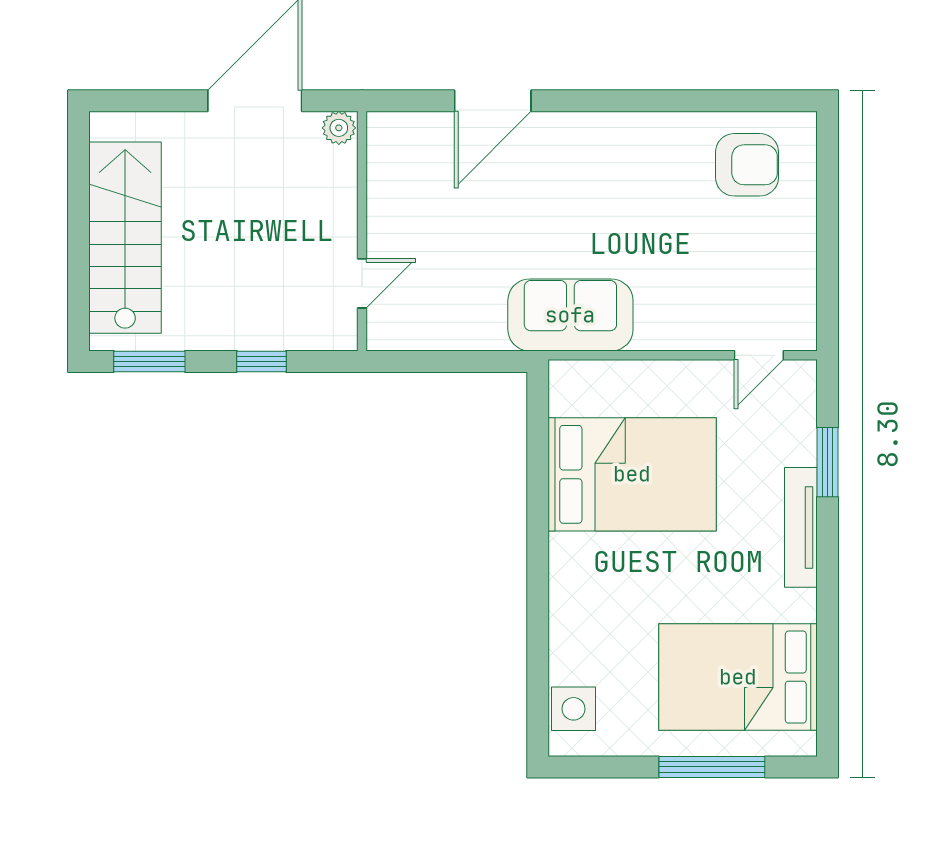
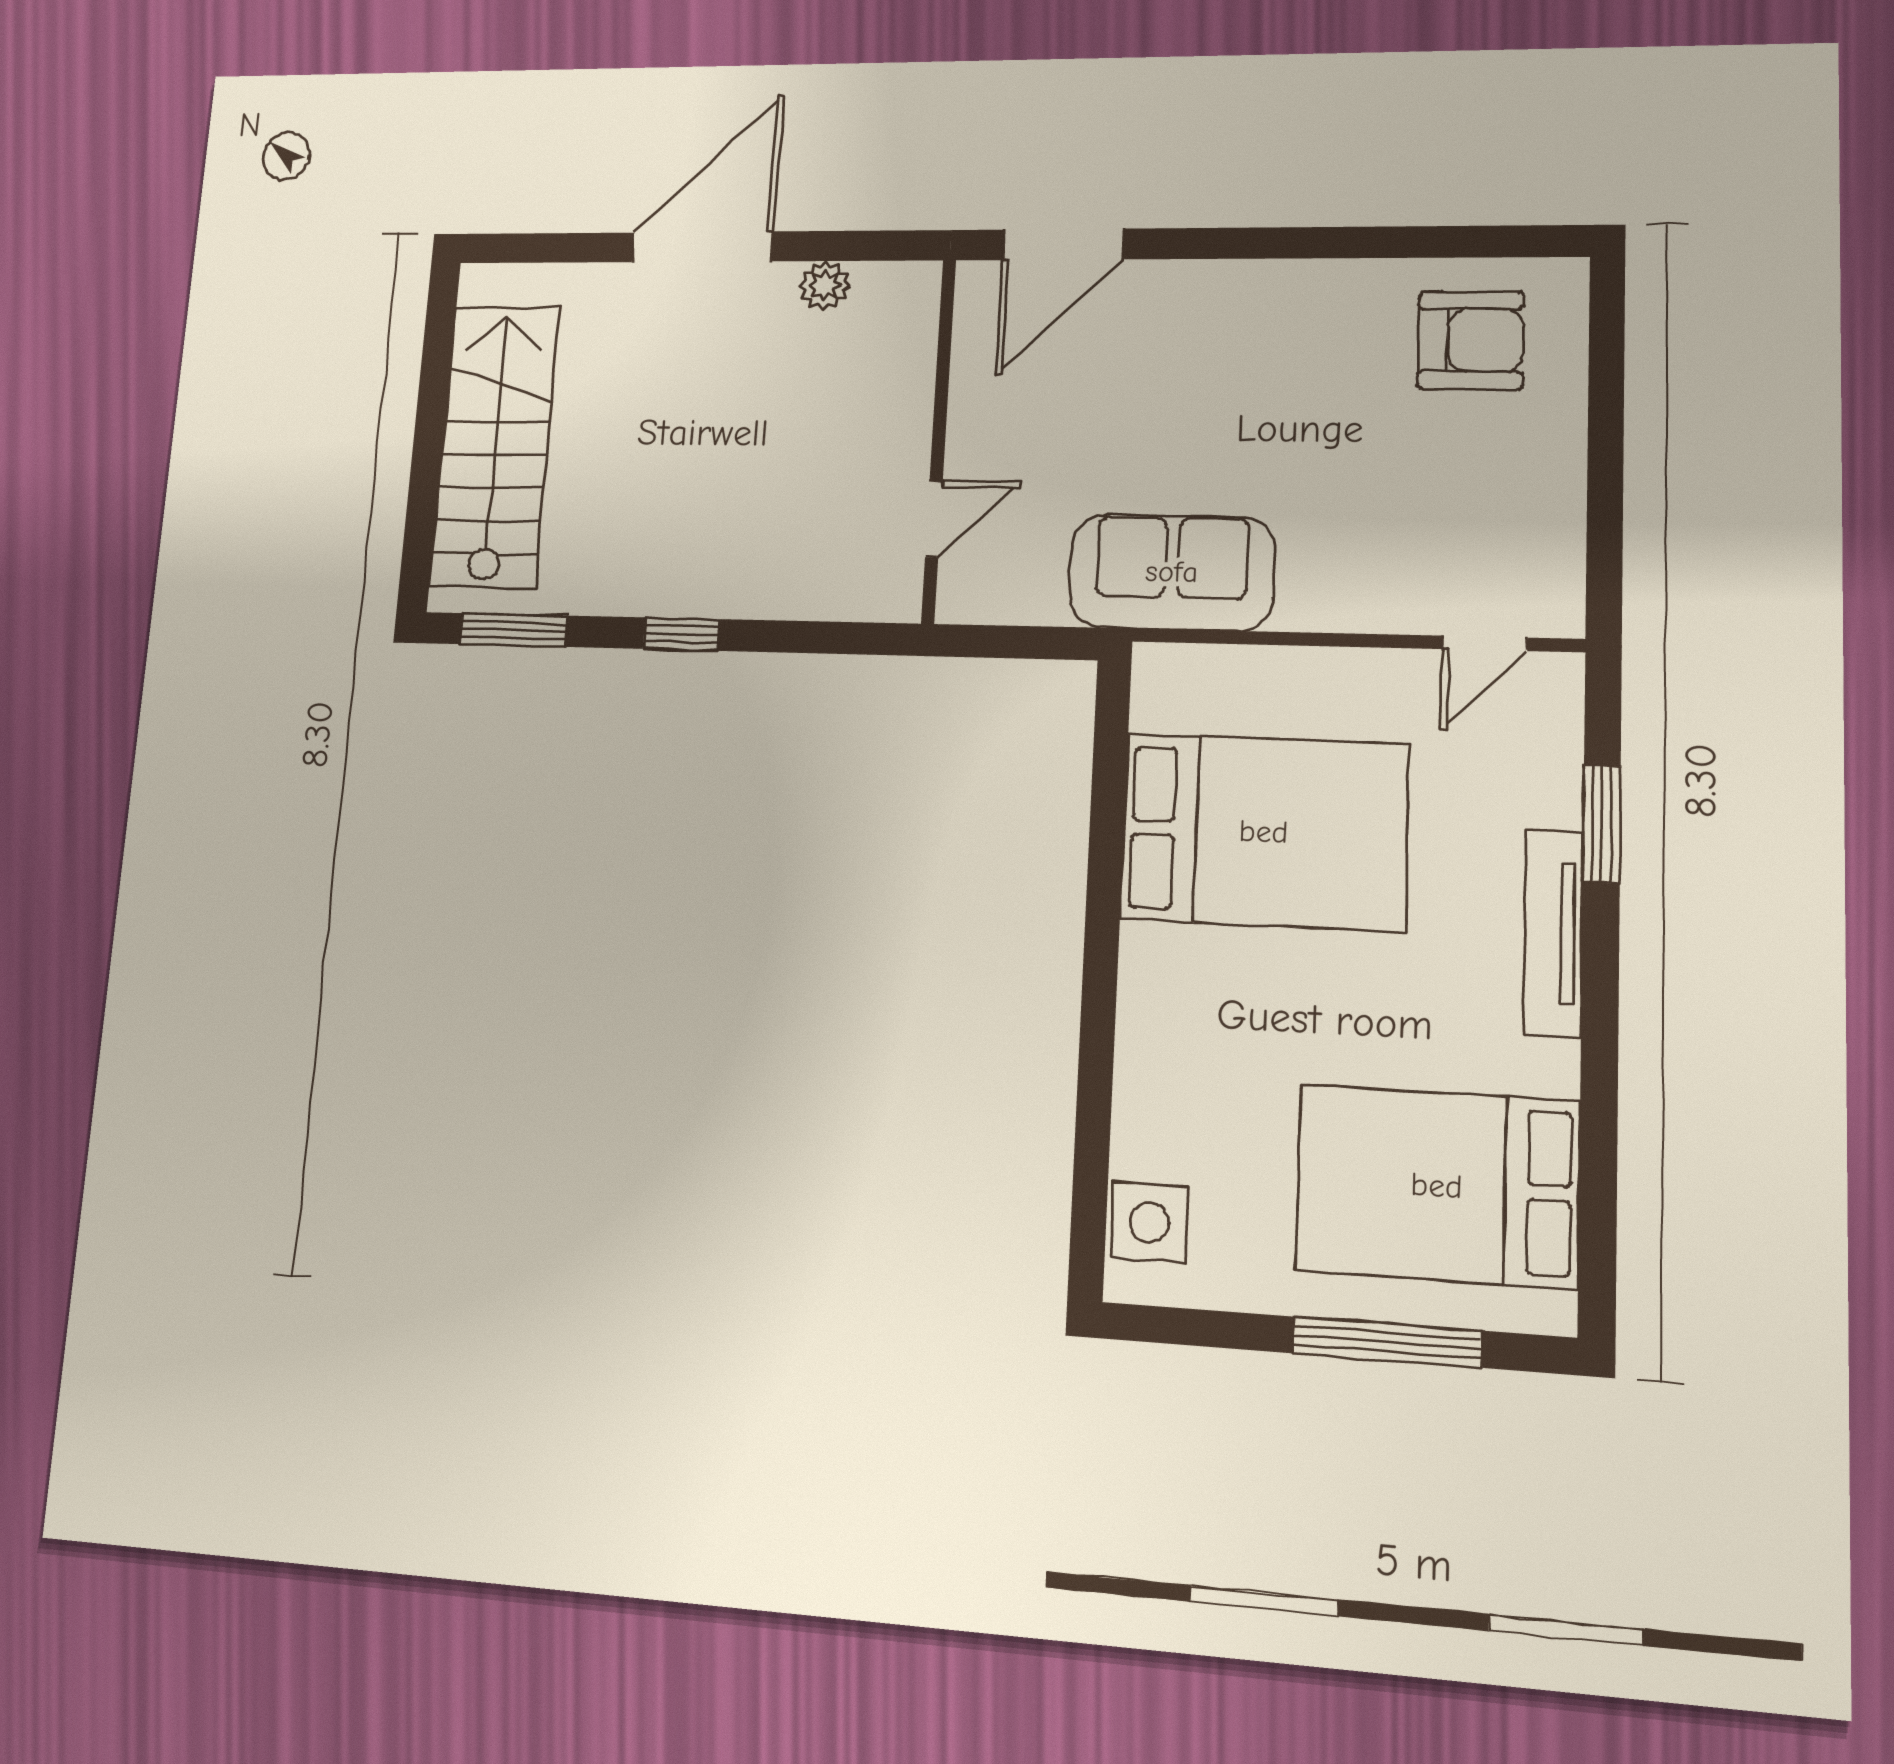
wall: (362, 231) -> (939, 440), moved
door: (362, 283) -> (934, 519), moved

